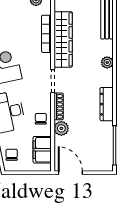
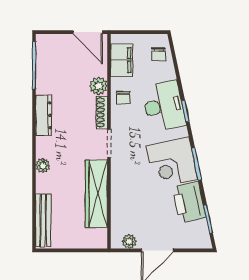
bookcase: (46, 34) -> (117, 200), removed

